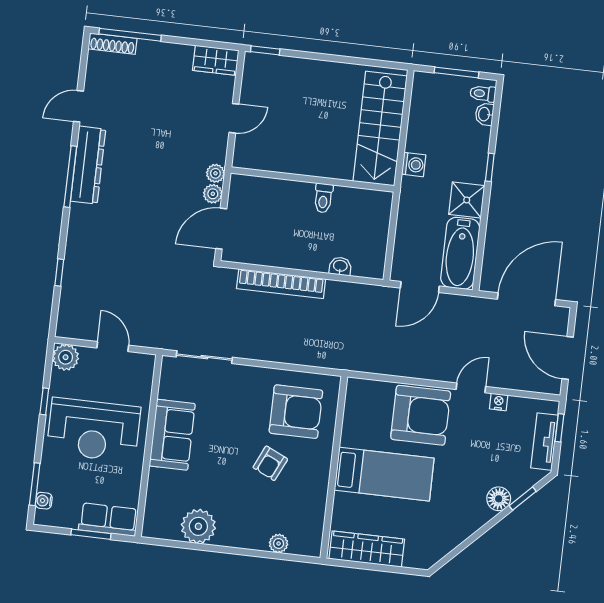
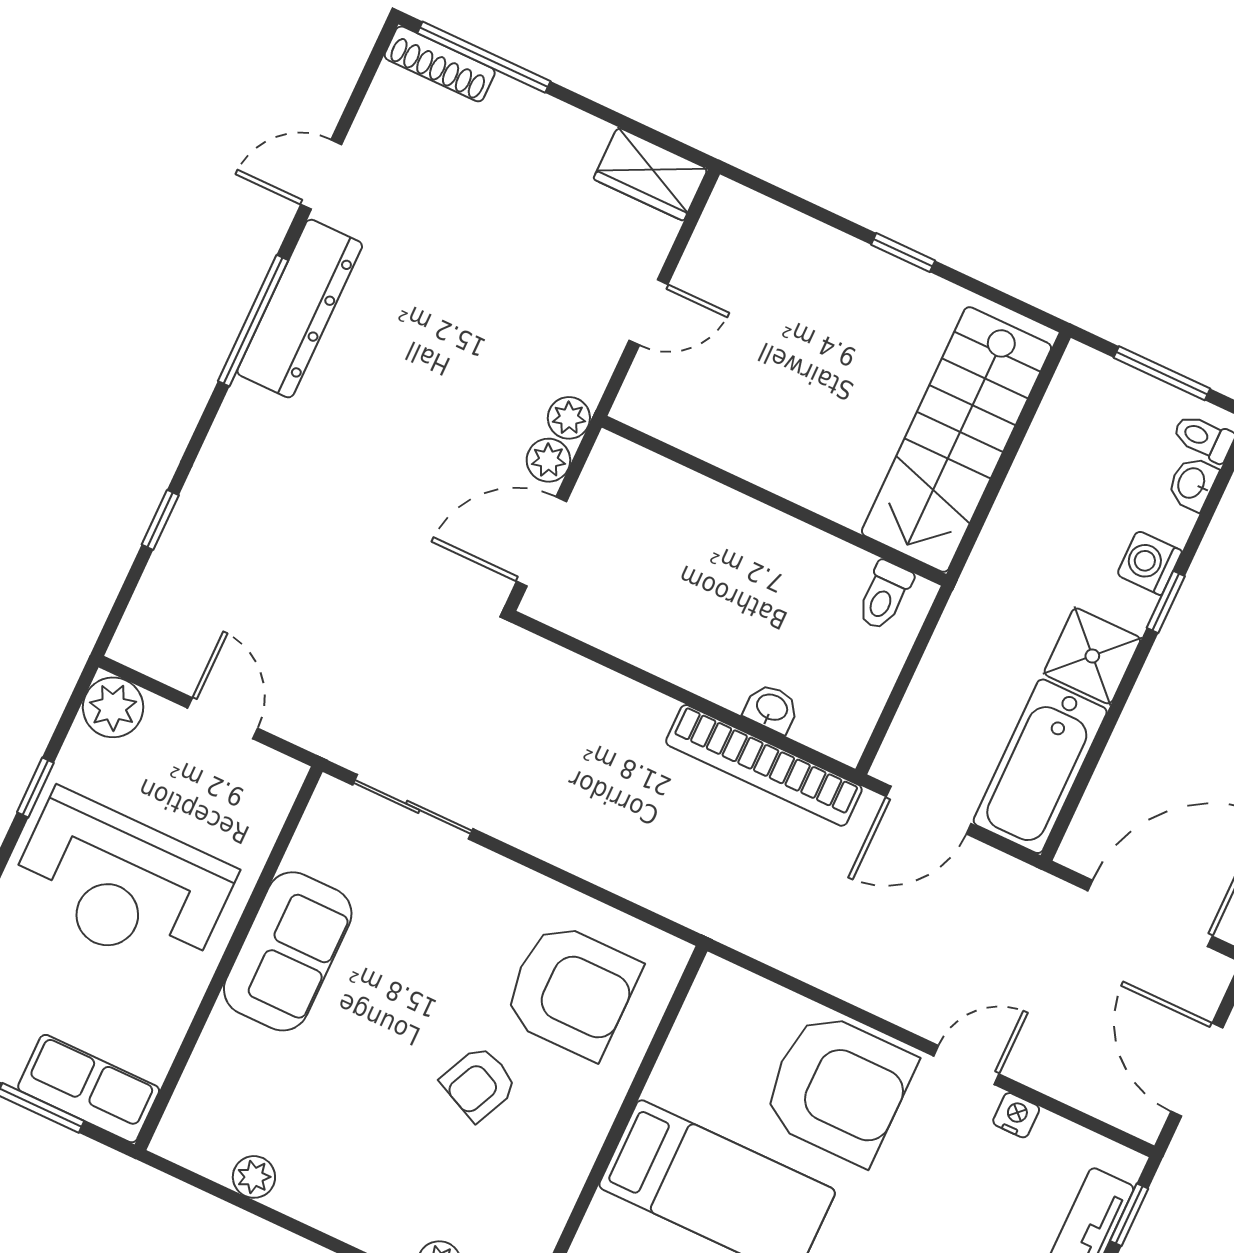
window: (265, 50) -> (903, 253), moved
washing machine: (414, 165) -> (1149, 563), moved, turned 180
toilet: (323, 198) -> (884, 595), moved
bookcase: (281, 284) -> (764, 765), moved
plant: (198, 526) -> (254, 1177), width x0.53, depth x0.53

